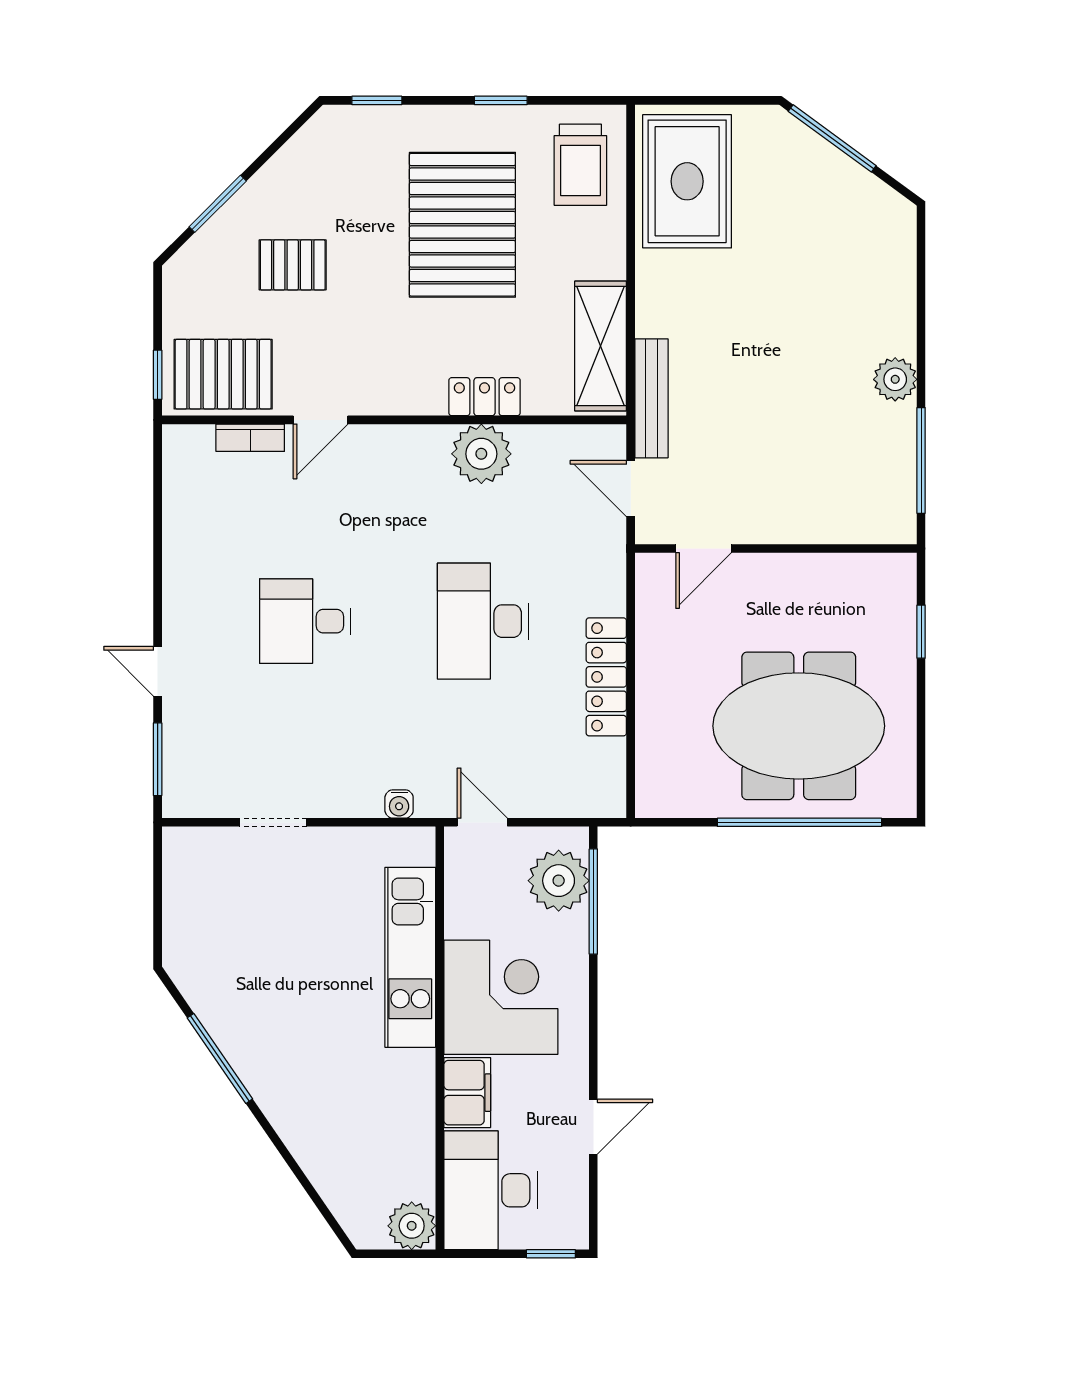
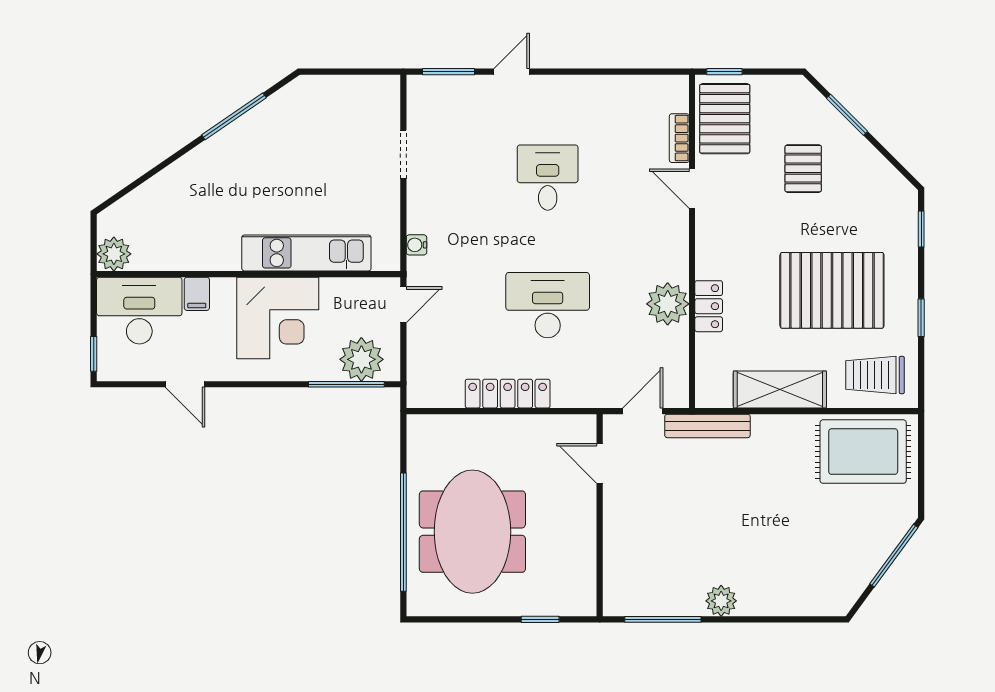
shelving: (601, 346) -> (780, 389), moved
filing cabinet: (467, 1093) -> (197, 294), width x0.50

